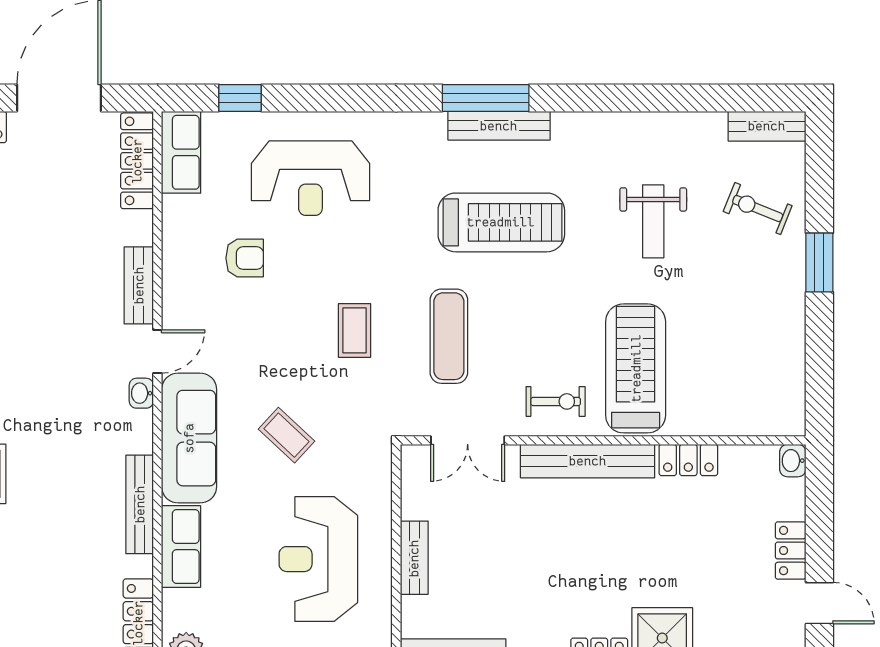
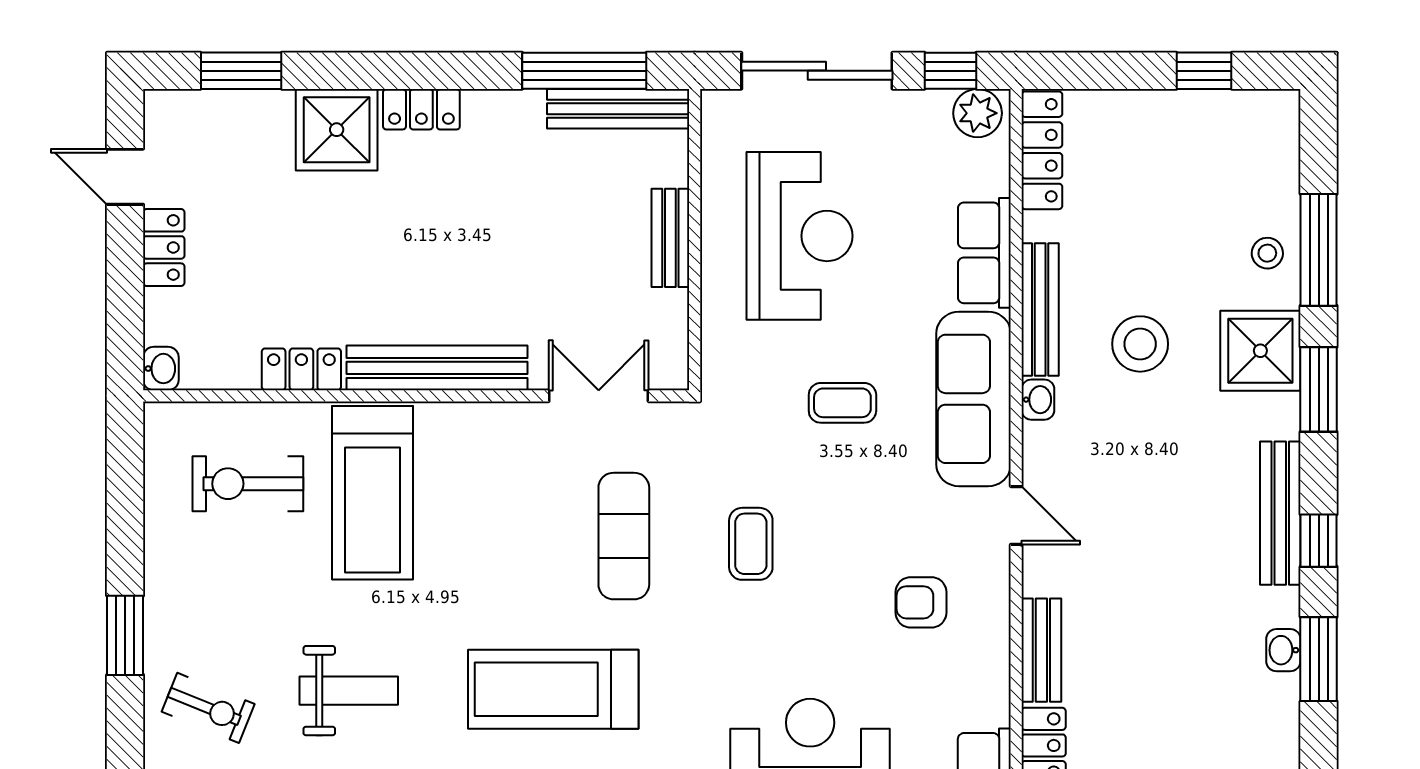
weight bench: (653, 221) -> (349, 691), turned 90
armchair: (245, 258) -> (921, 602), moved
bench: (139, 285) -> (1041, 650), moved
door: (157, 351) -> (1016, 515), swing flipped
washbasin: (141, 393) -> (1038, 400), moved
exercise bike: (556, 401) -> (248, 484), moved, width x1.38, depth x1.39
coffee table: (286, 435) -> (842, 403), turned -43
stool: (65, 479) -> (1140, 344), added

